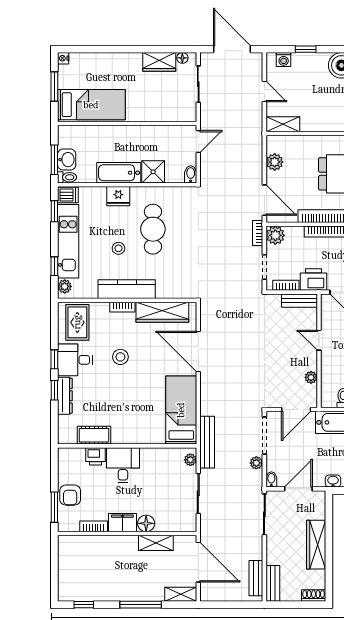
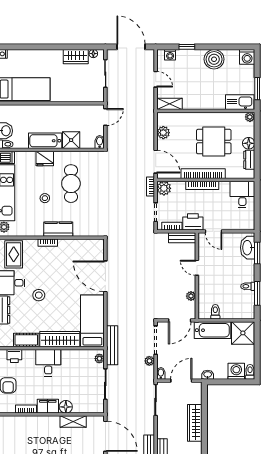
kitchen counter: (127, 289) -> (58, 229), width x0.67
wardrobe: (162, 312) -> (60, 339), moved, turned 180
stool: (120, 357) -> (39, 295), moved
printer: (96, 456) -> (14, 356), moved

